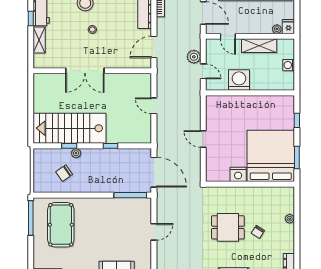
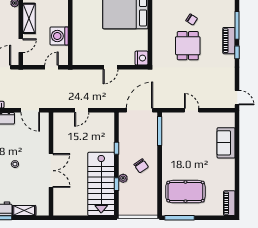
plant: (194, 57) -> (39, 75), removed
chair: (64, 173) -> (141, 166), moved
nightstand: (238, 174) -> (141, 58), moved

